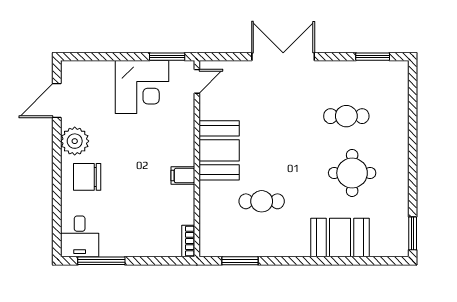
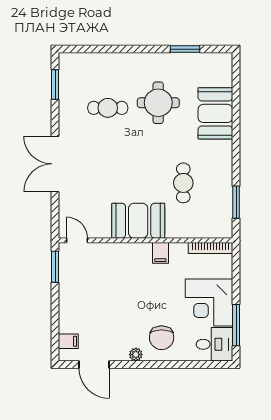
filing cabinet: (83, 71) -> (68, 341), added
corner desk: (142, 87) -> (209, 302), moved, turned 180
cafe table: (346, 116) -> (108, 108), turned 90
plant: (75, 141) -> (136, 355), width x0.53, depth x0.53
window: (413, 233) -> (185, 49), moved
bookcase: (188, 241) -> (211, 248), width x1.56

